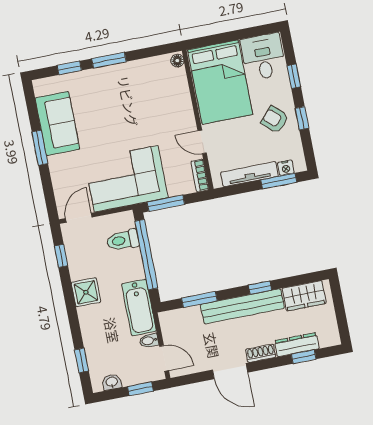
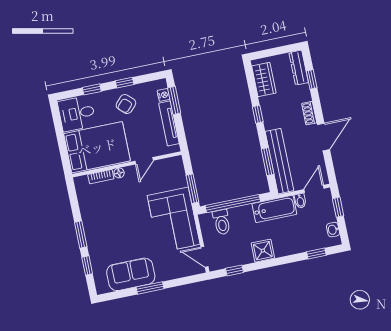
floor lamp: (177, 61) -> (119, 173), moved
bookcase: (200, 176) -> (101, 177), moved
bench: (242, 306) -> (279, 161), moved
dresser: (297, 345) -> (299, 68), moved

